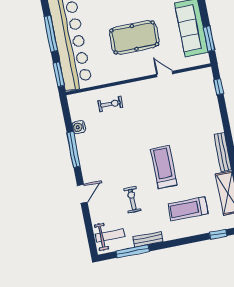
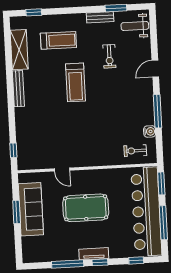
window: (209, 39) -> (17, 212), moved
exercise bike: (110, 104) -> (135, 151), moved
window: (133, 251) -> (116, 8), width x0.69

